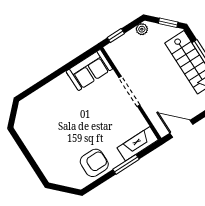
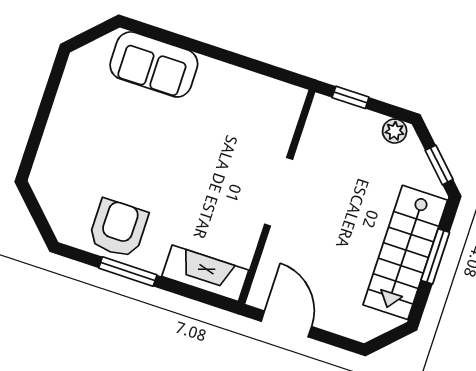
sofa: (89, 70) -> (154, 64), moved
armchair: (94, 163) -> (118, 228), turned -90
window: (126, 164) -> (128, 271), moved

